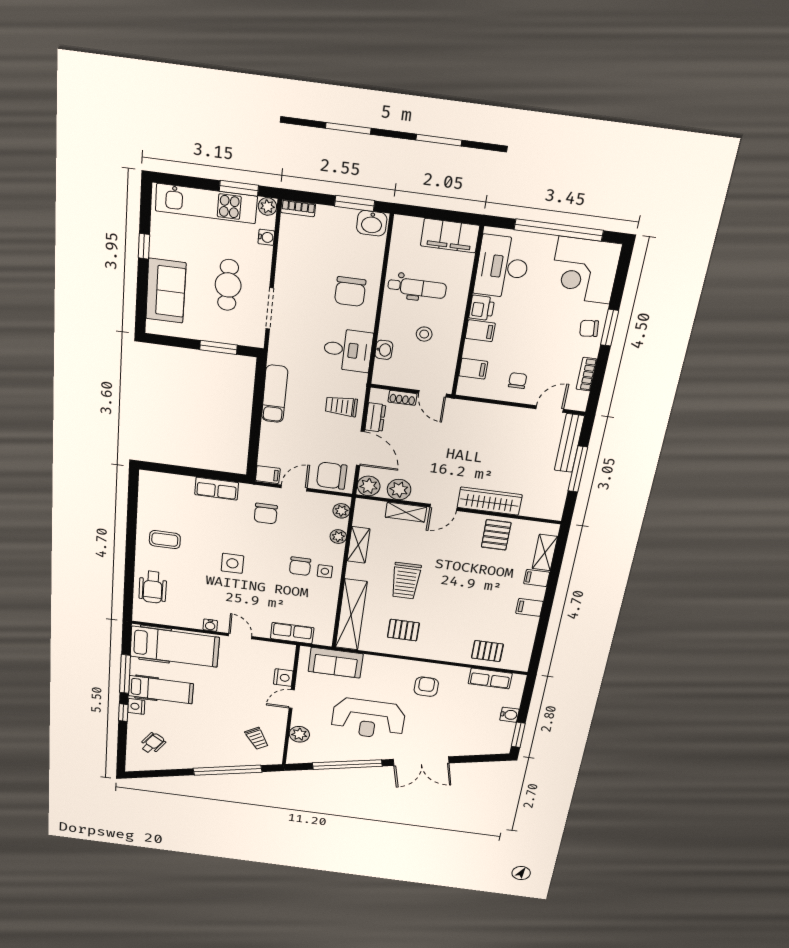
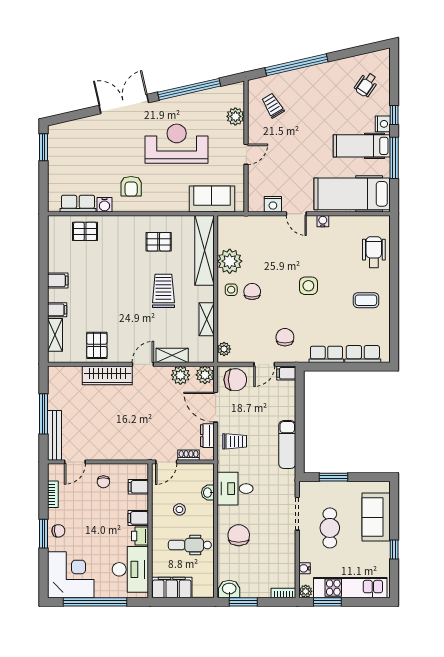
door: (432, 394) -> (166, 462), swing flipped
plant: (338, 537) -> (230, 261), moved, width x1.87, depth x1.87
row of seats: (292, 633) -> (363, 354), moved, turned 180
nightstand: (283, 678) -> (273, 204), moved, turned -90
water cooler: (509, 715) -> (104, 205), moved, turned -90

